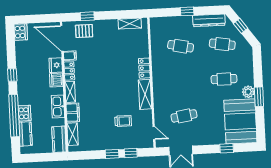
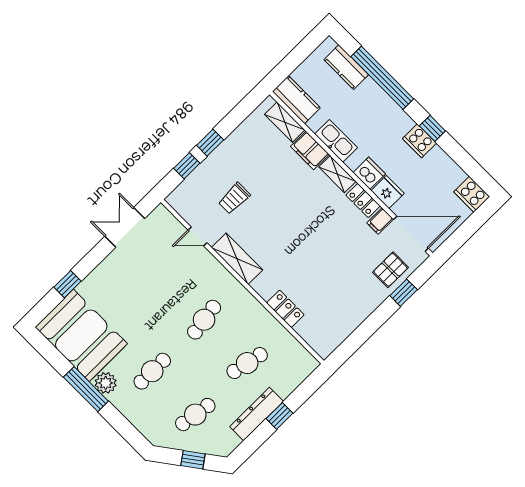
dresser: (209, 20) -> (257, 414), moved
shelving: (130, 24) -> (340, 333), removed
locker: (144, 68) -> (285, 309), moved
window: (259, 97) -> (86, 389), width x1.44
cooker: (24, 113) -> (419, 141), moved
cafe table: (184, 116) -> (204, 320), moved
door: (154, 133) -> (198, 236), moved

